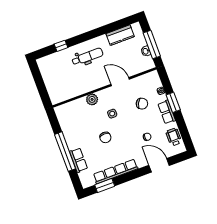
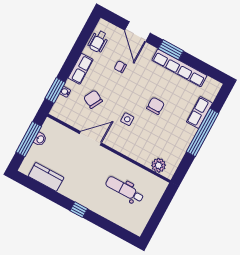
window: (61, 46) -> (79, 210), moved
dental chair: (87, 57) -> (125, 190), moved
door: (120, 82) -> (90, 138), swing flipped
plant: (92, 99) -> (159, 165), moved
window: (173, 102) -> (55, 90), moved
window: (105, 185) -> (171, 50), moved

